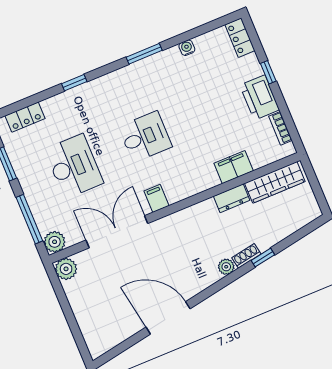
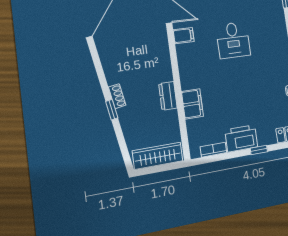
wardrobe: (275, 182) -> (158, 156), moved, turned 90
plant: (226, 267) -> (113, 77), removed

